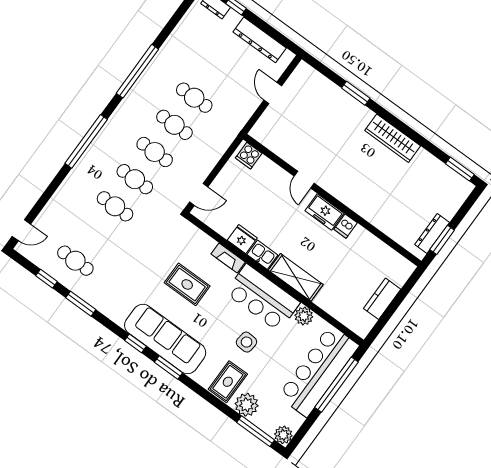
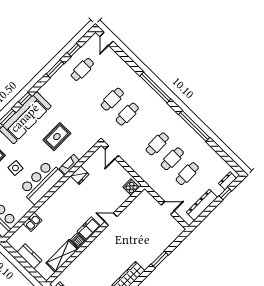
cafe table: (155, 152) -> (187, 174), moved
kitchen sink: (262, 255) -> (33, 222), moved
shelving: (296, 277) -> (62, 256), moved
plant: (304, 316) -> (26, 206), removed

